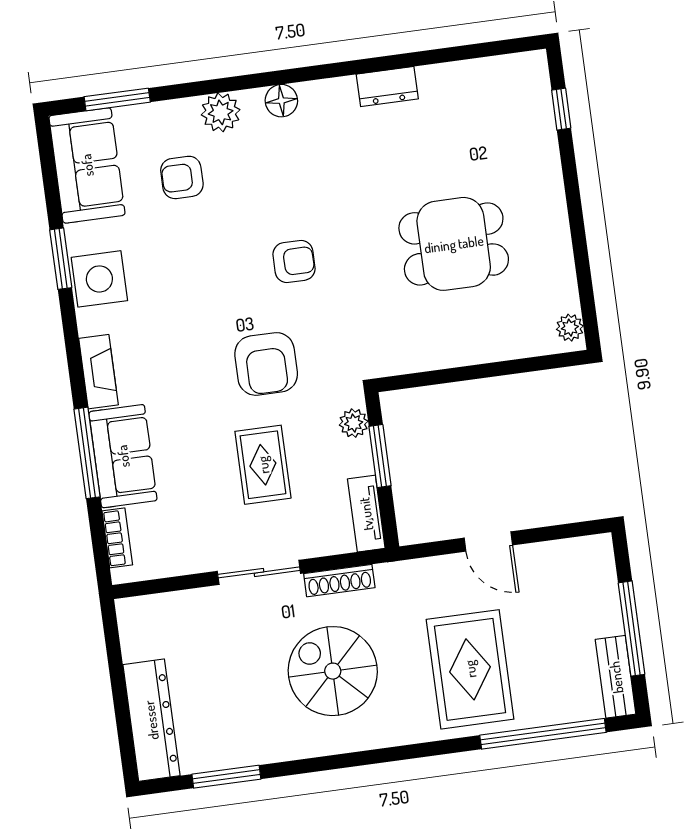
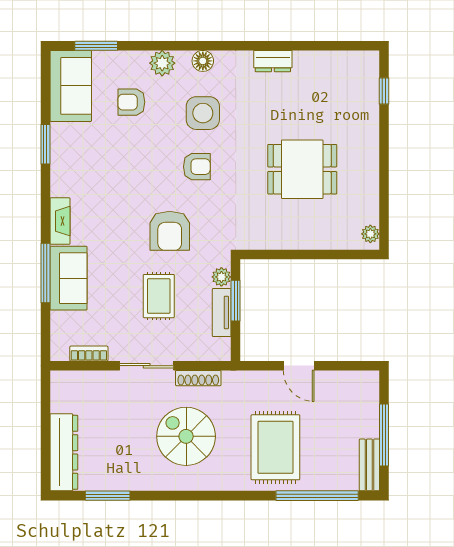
side table: (99, 279) -> (203, 113), moved
tv unit: (366, 514) -> (222, 313), moved
bookcase: (117, 538) -> (89, 354), moved, turned -90

